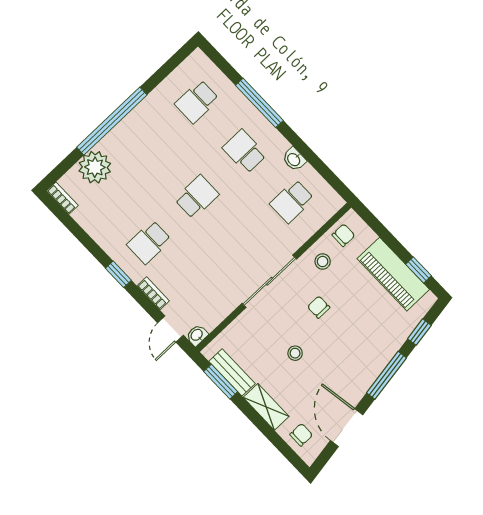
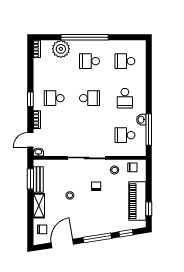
window: (259, 103) -> (149, 129), moved
school desk: (149, 147) -> (90, 61), added
school desk: (244, 151) -> (125, 98), turned 180

